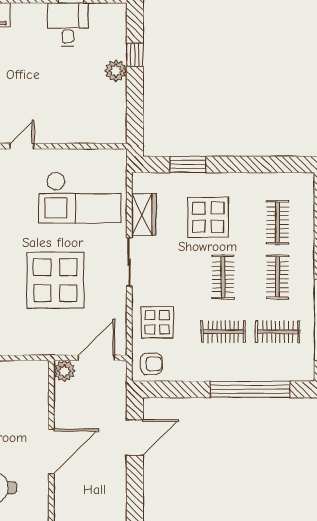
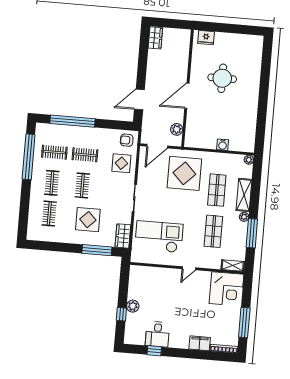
window: (188, 165) -> (97, 250), width x1.44
wardrobe: (144, 215) -> (123, 236), moved
display table: (55, 280) -> (184, 173), moved
plant: (64, 371) -> (177, 129), moved

